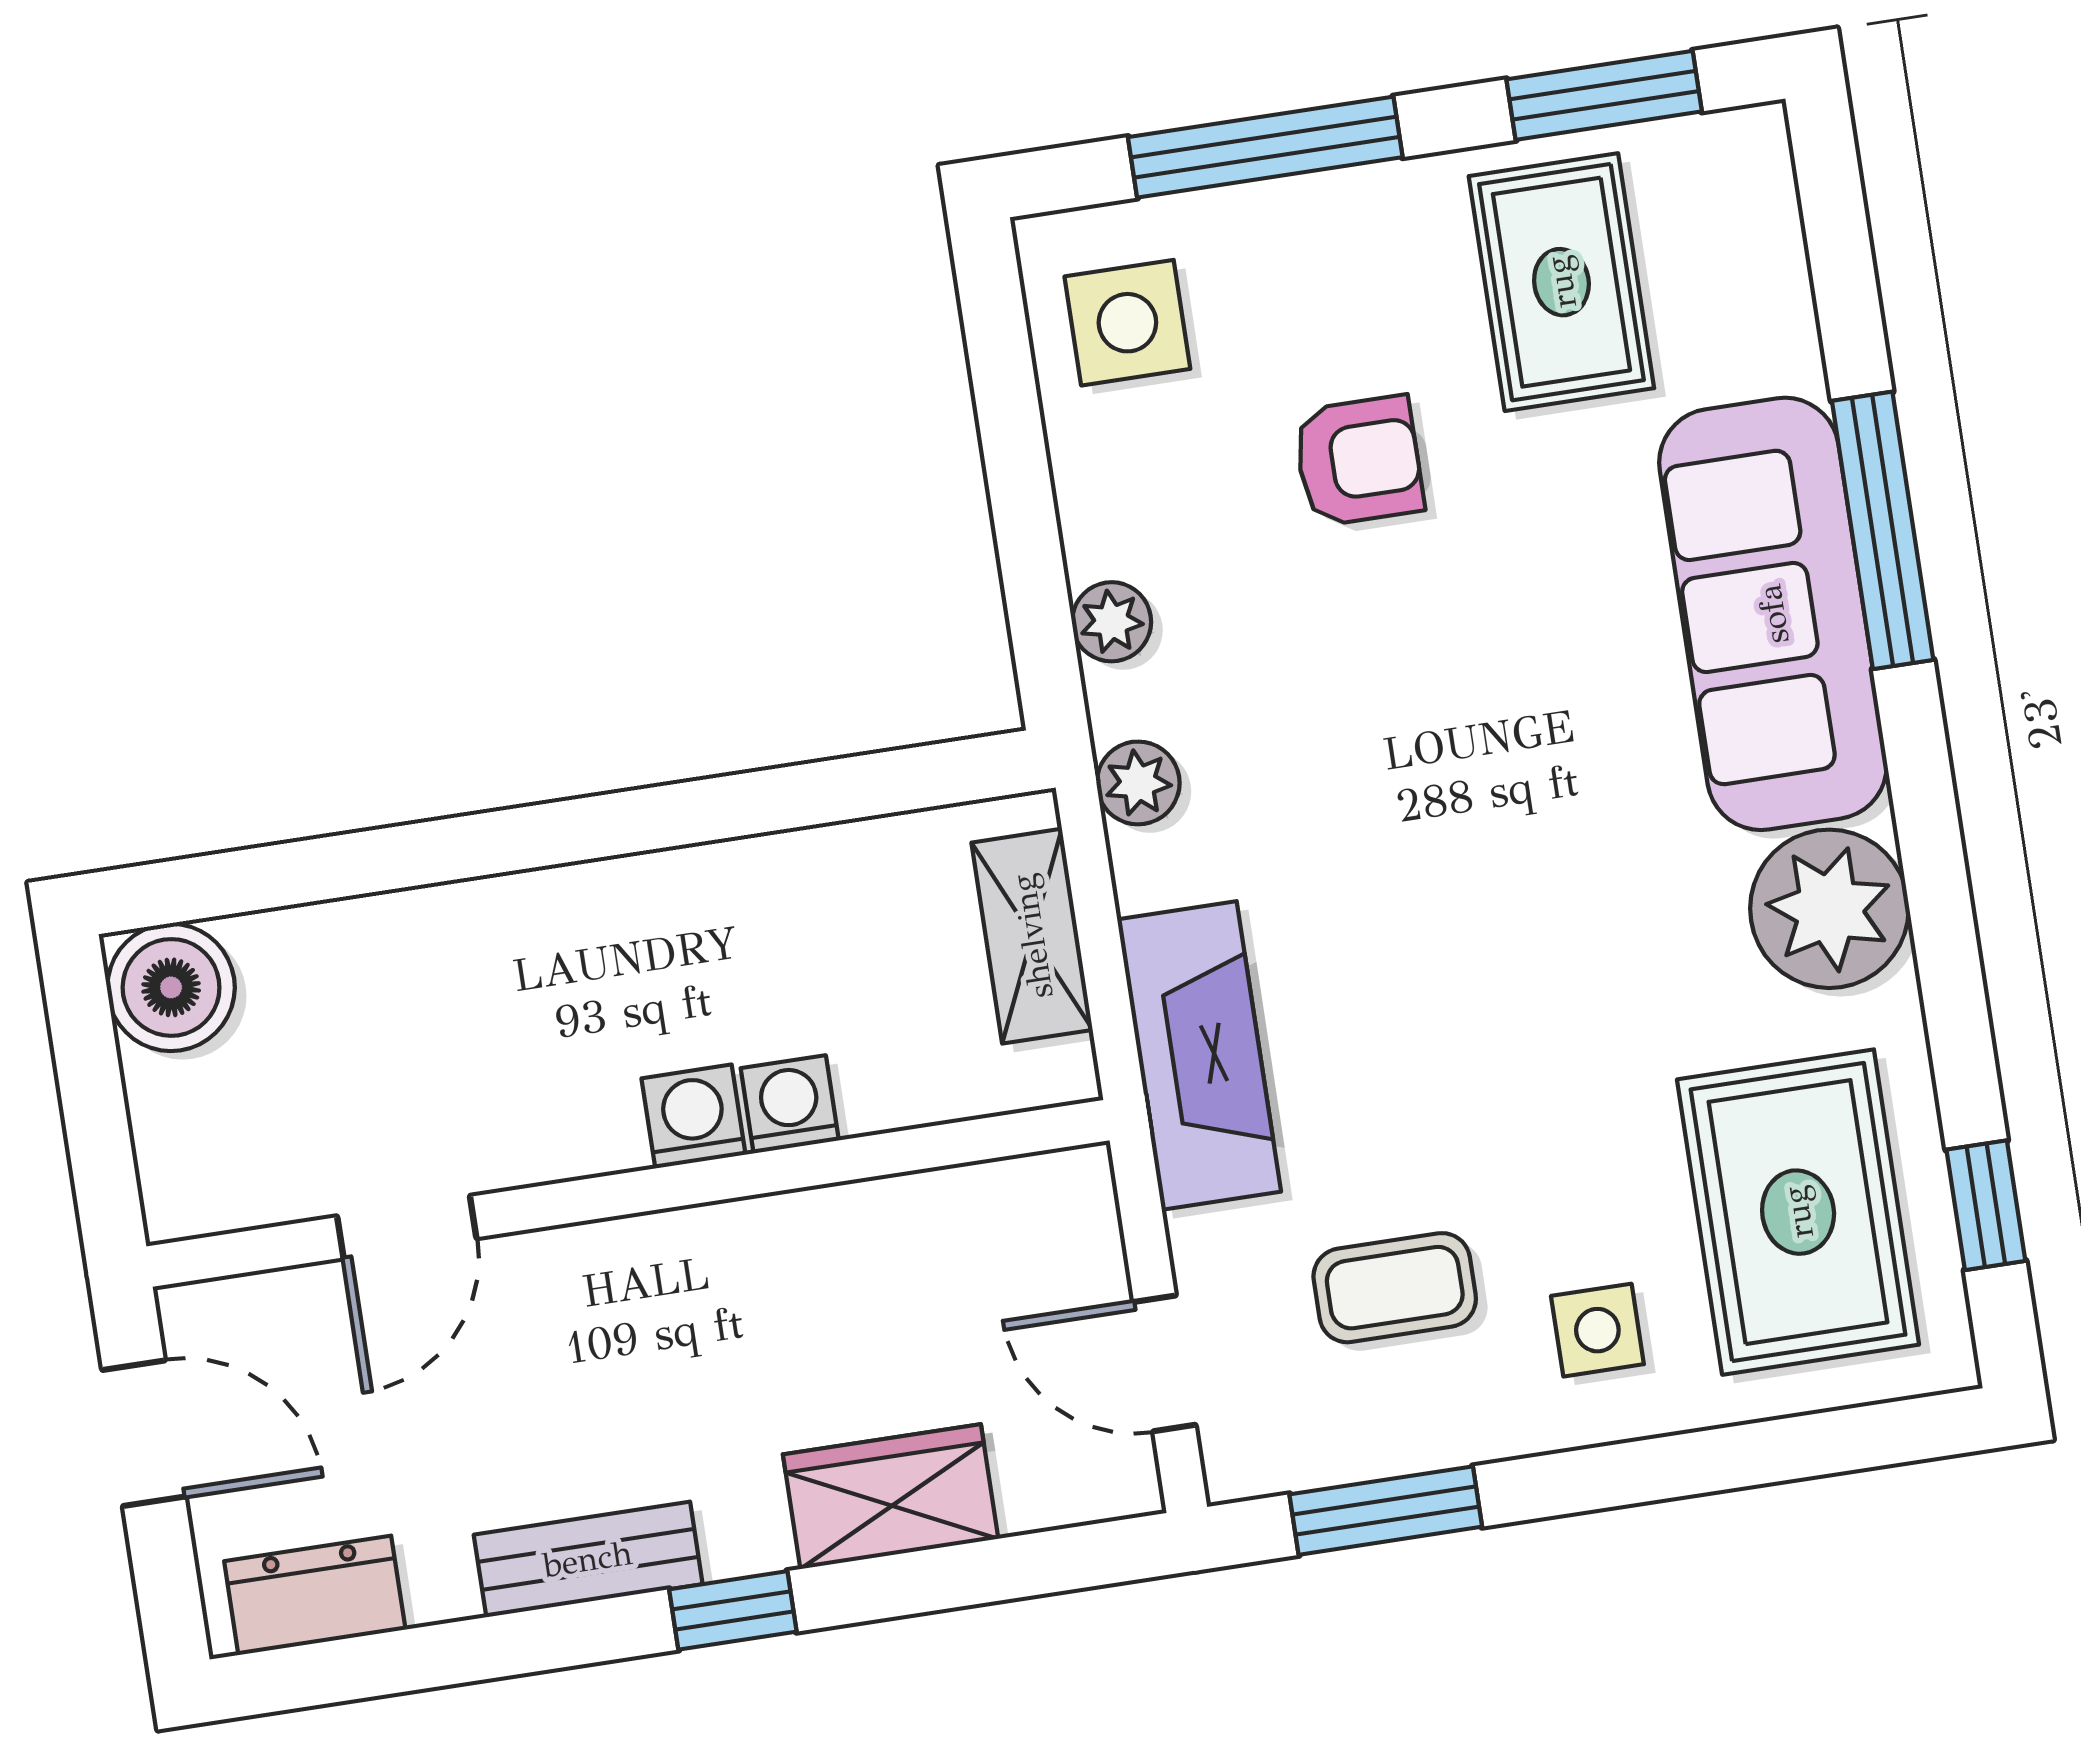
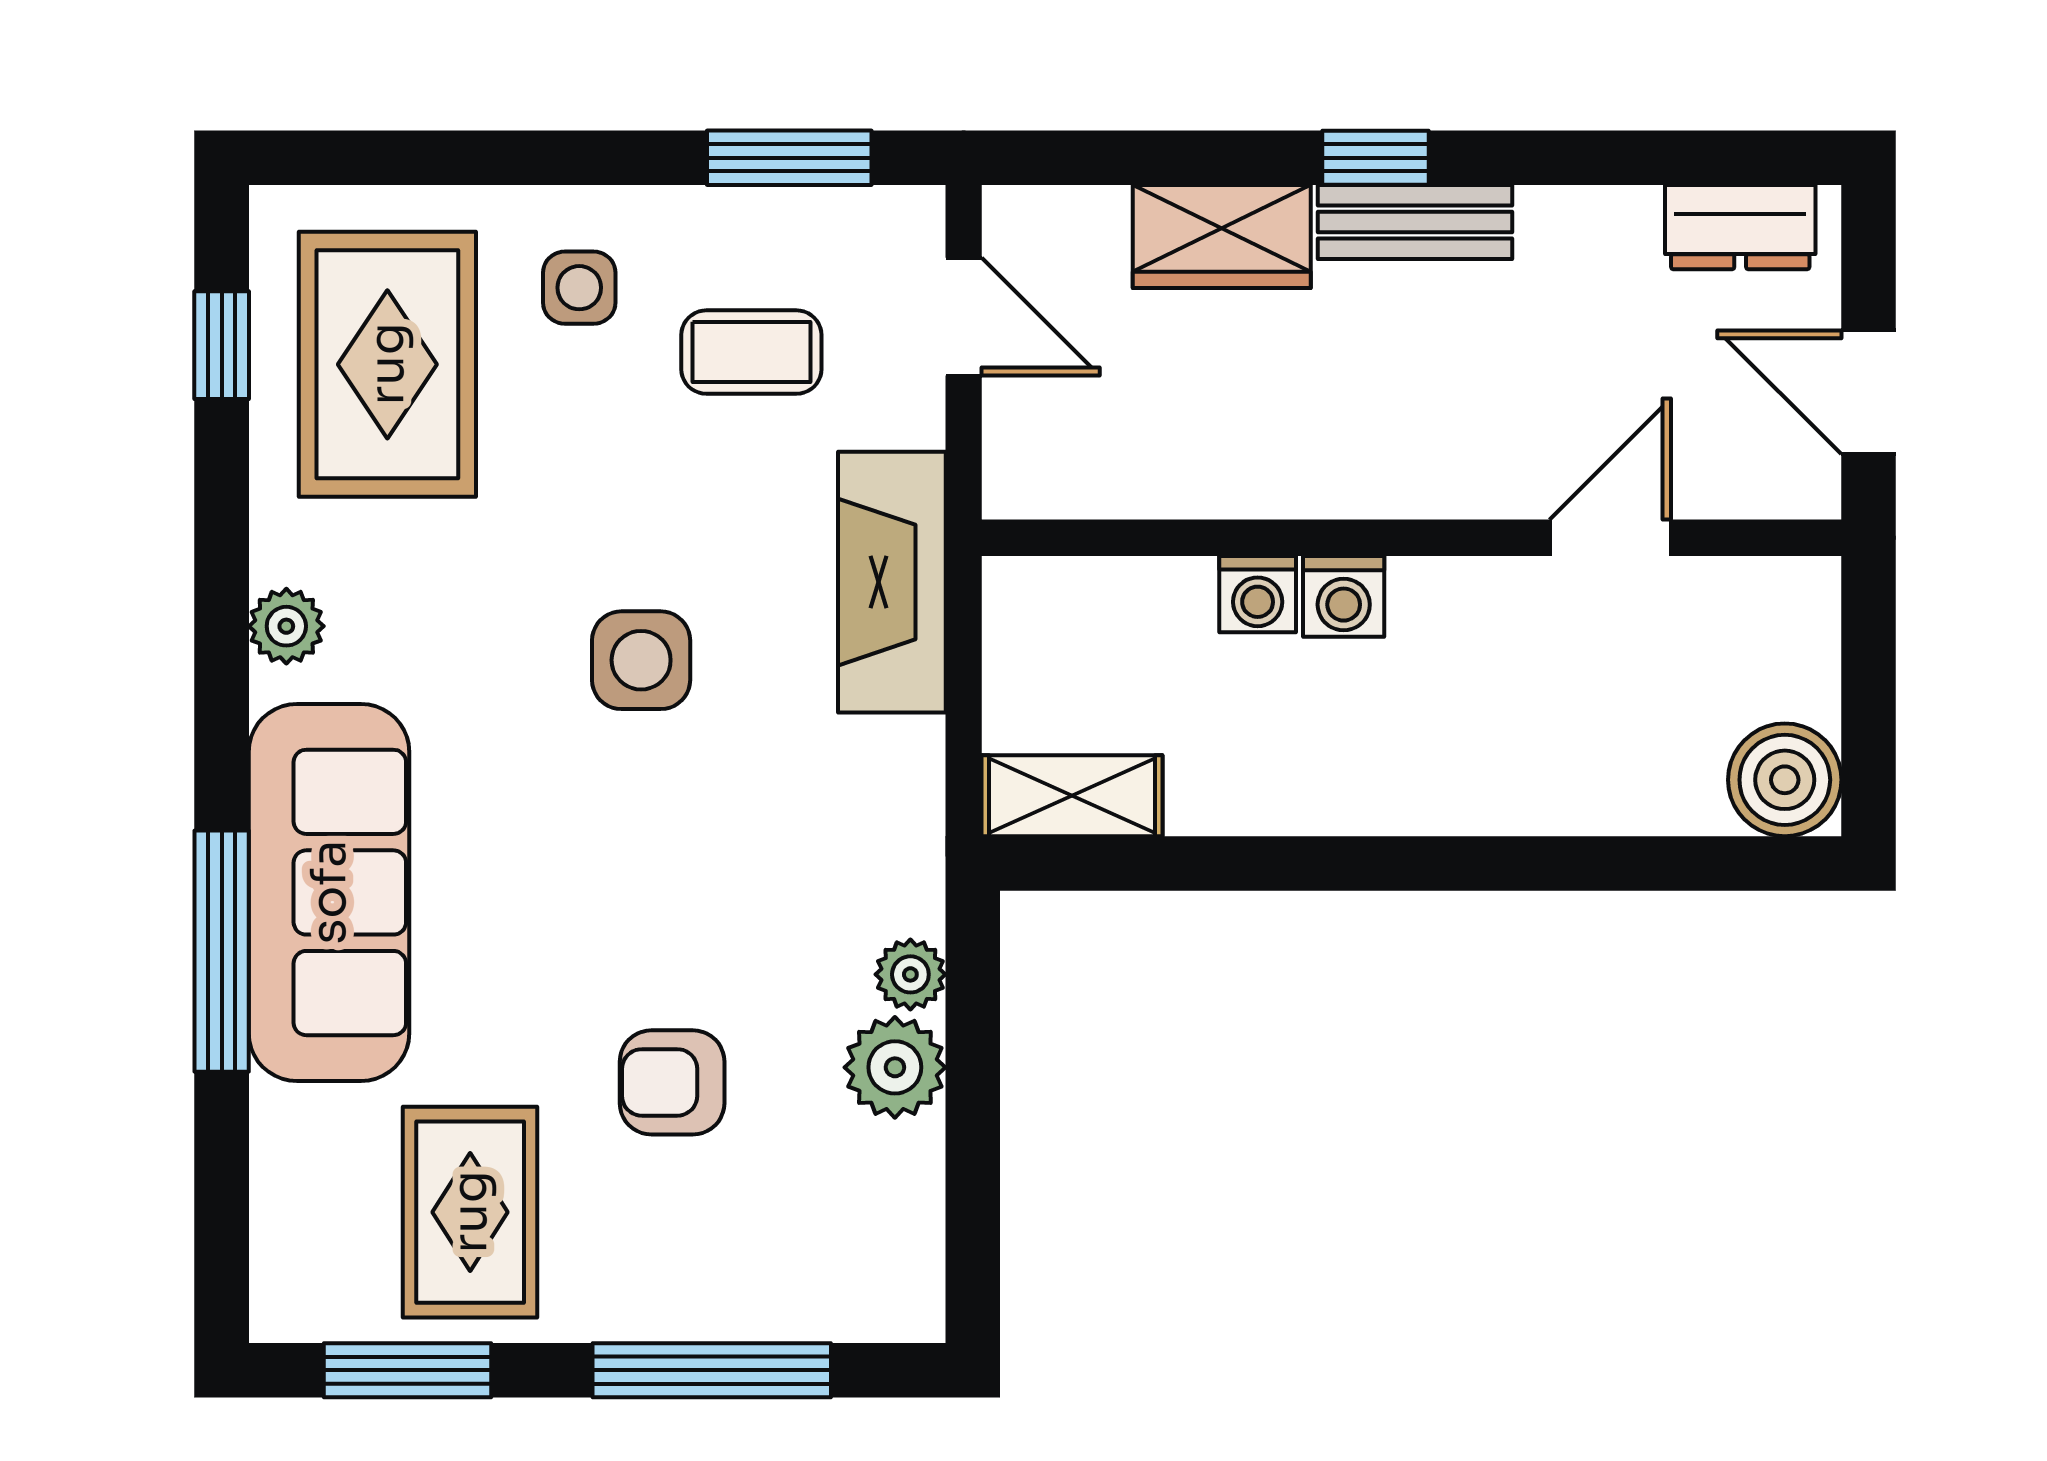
side table: (1127, 323) -> (641, 660), moved
plant: (1138, 783) -> (895, 1067), moved, width x1.38, depth x1.38
plant: (1829, 909) -> (286, 626), width x0.53, depth x0.53
shelving: (1032, 936) -> (1072, 796), moved, turned 90
bench: (588, 1559) -> (1415, 222), moved

